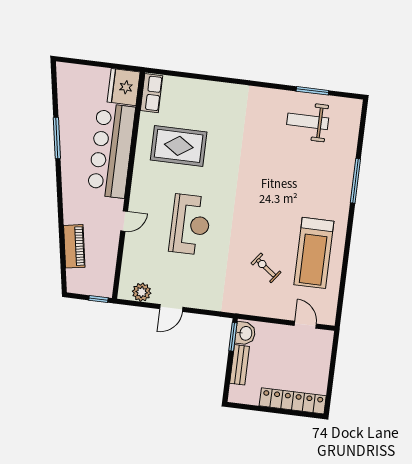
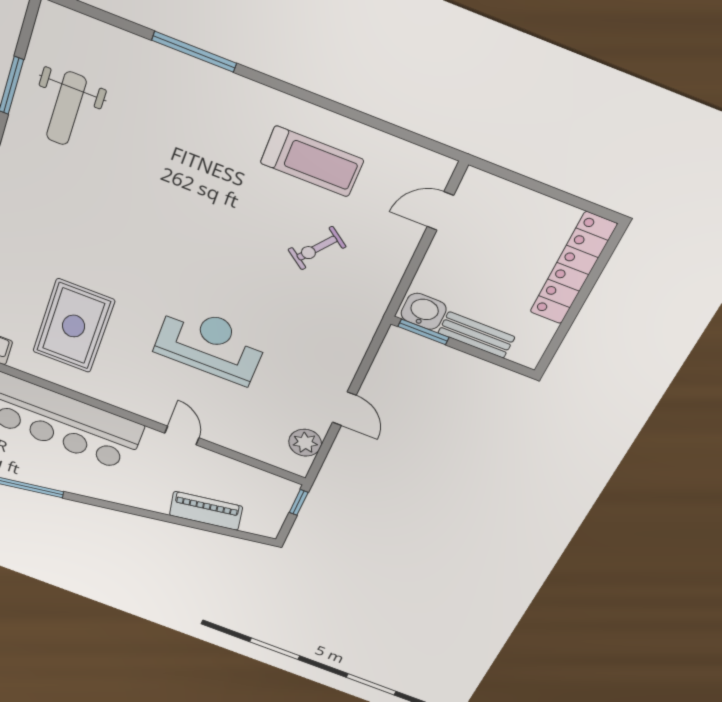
treadmill: (314, 253) -> (312, 161), width x0.73, depth x0.73

